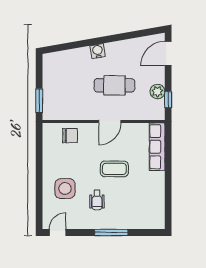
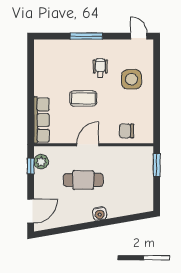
plant: (157, 92) -> (41, 162), moved
door: (58, 233) -> (139, 36), swing flipped

